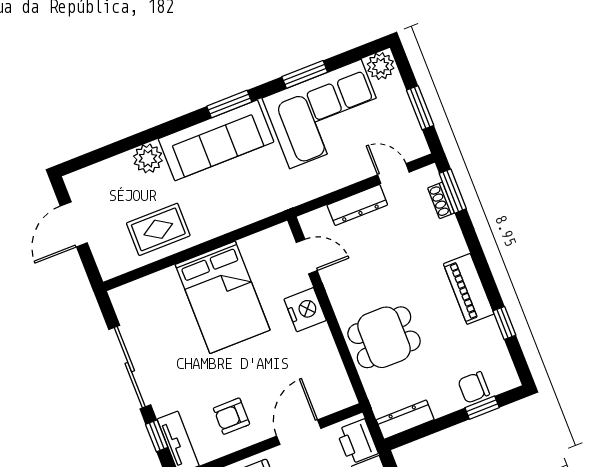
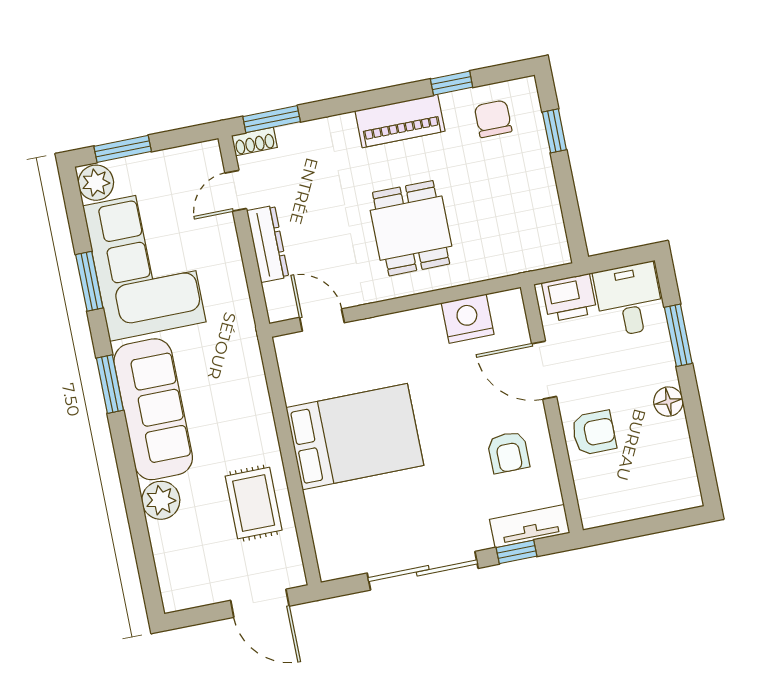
window: (420, 108) -> (123, 149), moved
shoe rack: (441, 200) -> (254, 141), moved
door: (74, 224) -> (260, 603), moved
door: (307, 257) -> (322, 320), hinge flipped
nightstand: (305, 310) -> (468, 319), moved
dining table: (384, 337) -> (411, 228), moved
chair: (474, 387) -> (493, 119), moved, turned 180
dresser: (405, 420) -> (552, 232), removed

